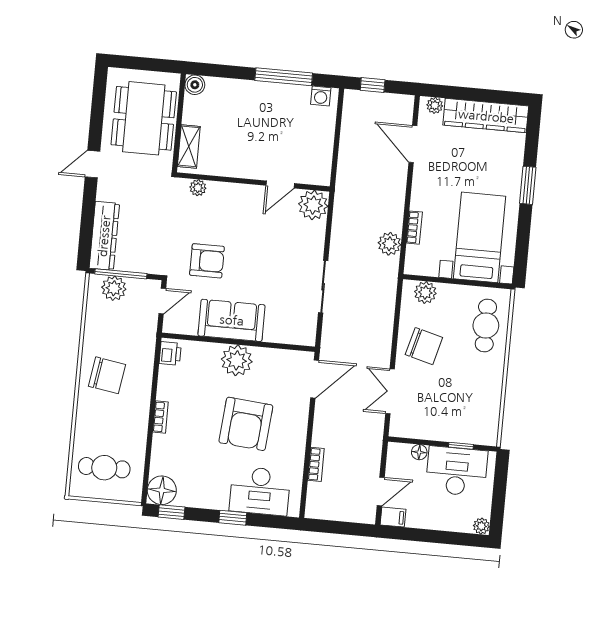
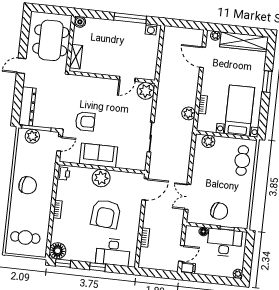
window: (373, 85) -> (180, 24), removed
plant: (198, 188) -> (81, 80), removed
chair: (424, 346) -> (219, 211), moved

